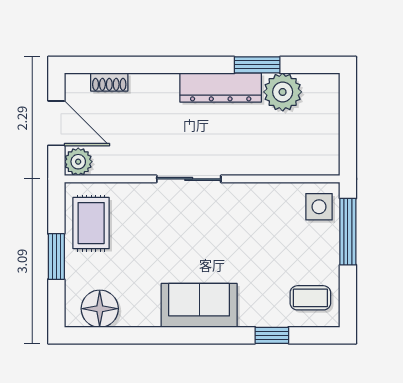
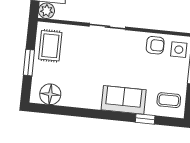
armchair: (276, 203) -> (155, 45), added
sofa: (199, 305) -> (124, 100), moved

